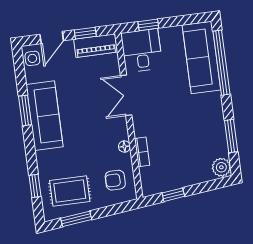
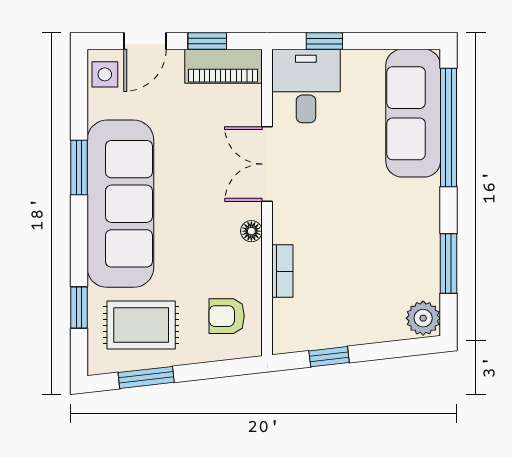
sofa: (45, 116) -> (120, 204), width x1.36, depth x1.27
floor lamp: (124, 147) -> (251, 231), moved

